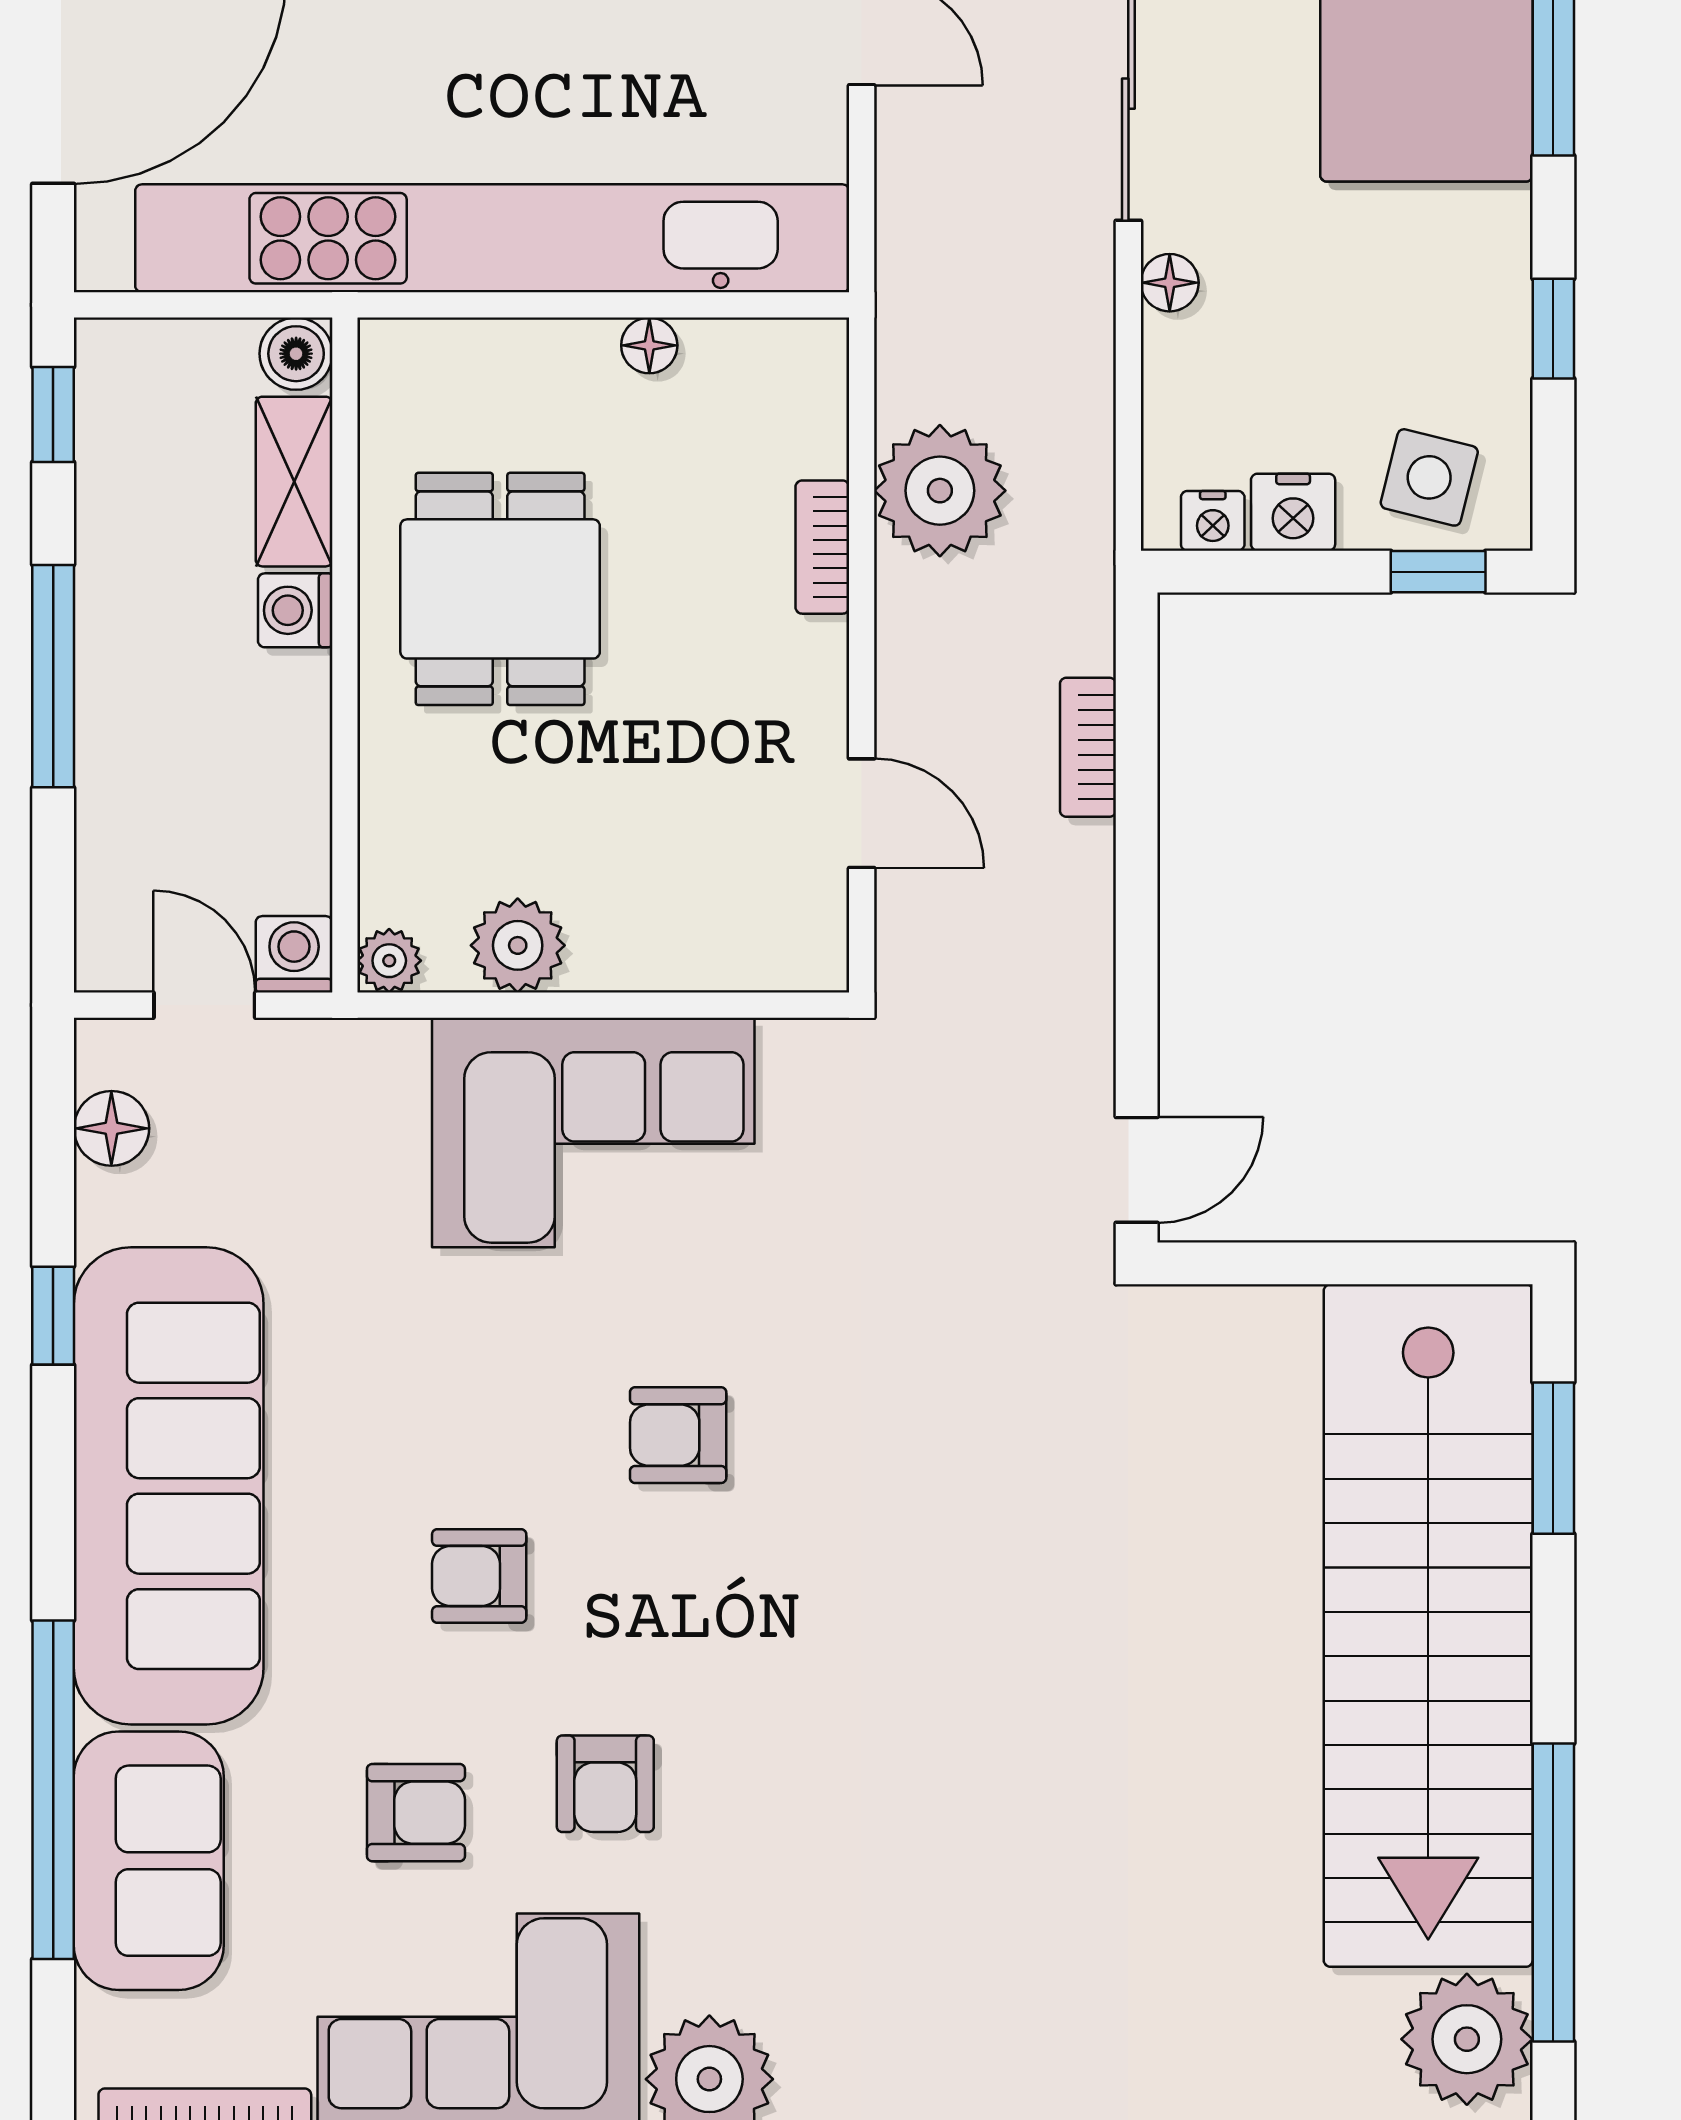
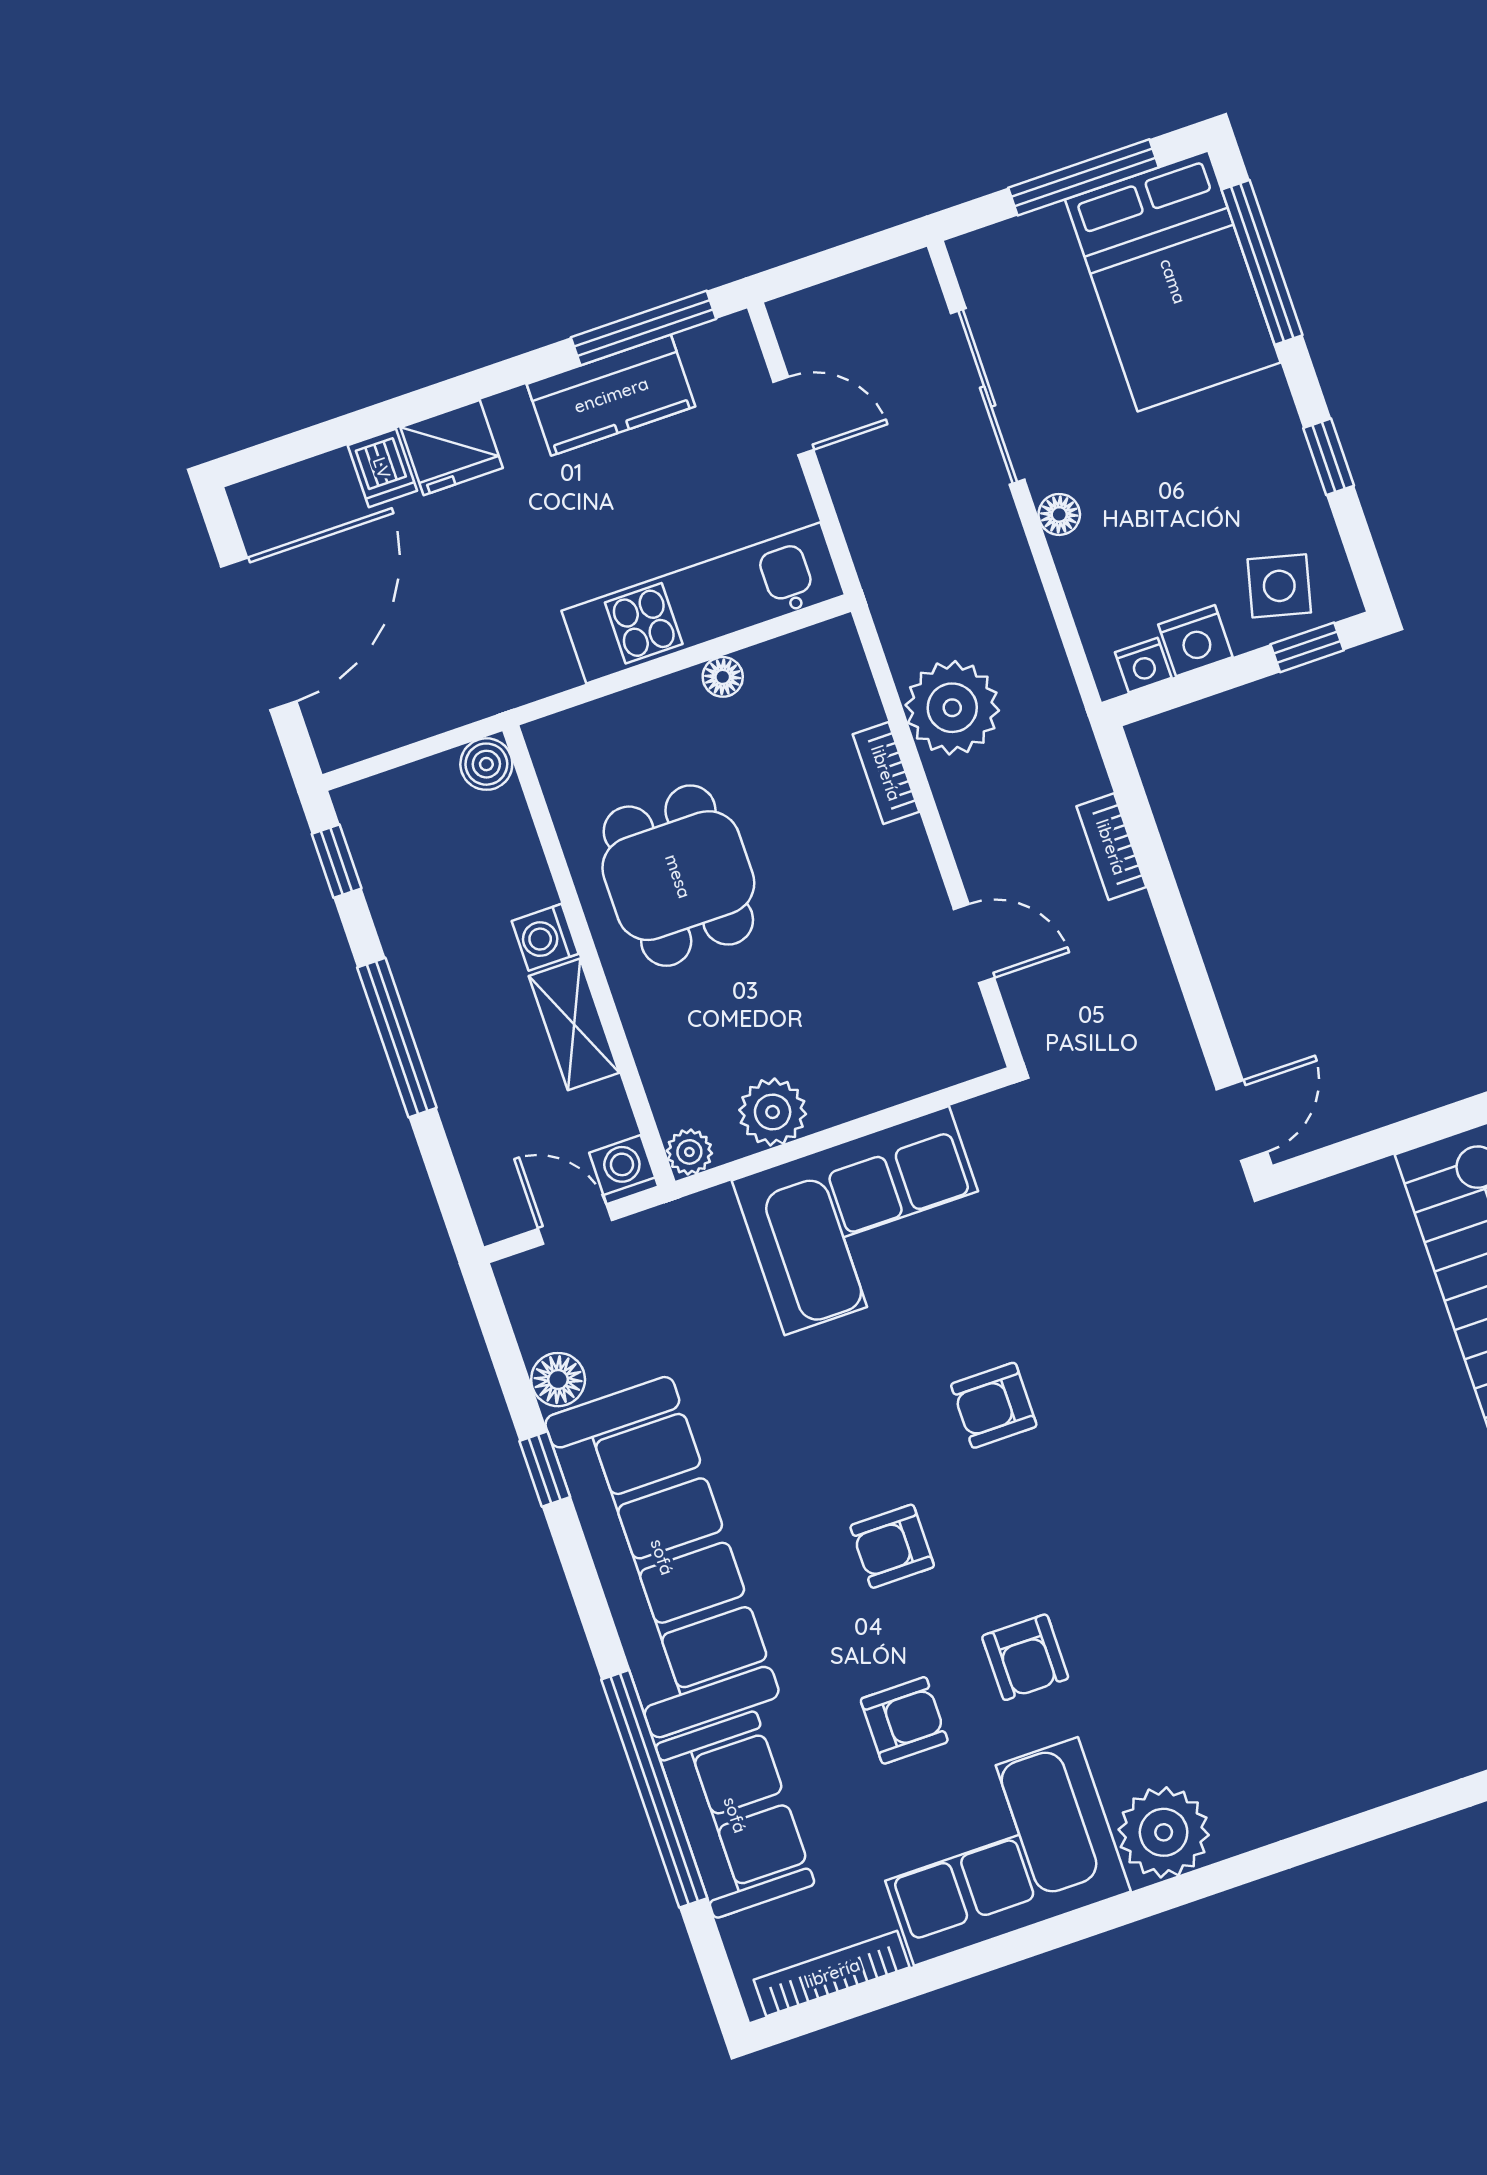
kitchen unit: (492, 238) -> (703, 603), width x0.54
shelving: (294, 482) -> (574, 1024), moved
floor lamp: (111, 1128) -> (558, 1380), moved

